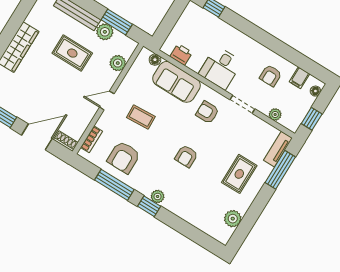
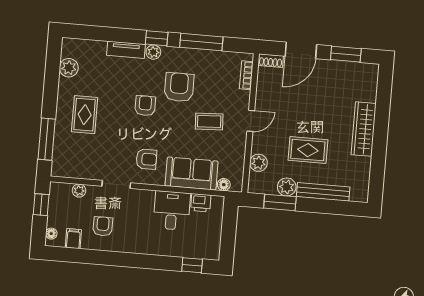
desk: (221, 68) -> (172, 211), moved
tv unit: (278, 149) -> (126, 50), moved, turned 90
armchair: (124, 157) -> (179, 87), moved

